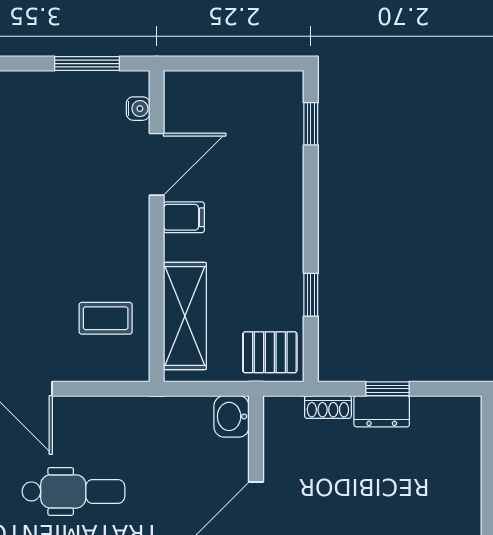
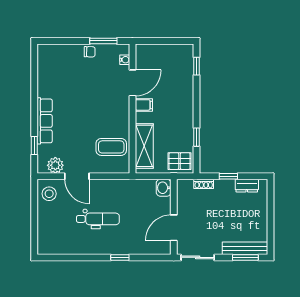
chair: (54, 89) -> (90, 52), added
coffee table: (106, 318) -> (111, 147), width x1.36, depth x1.30
dresser: (382, 411) -> (247, 186), moved

